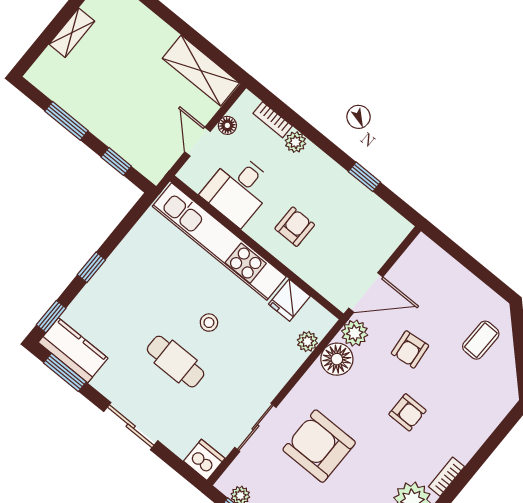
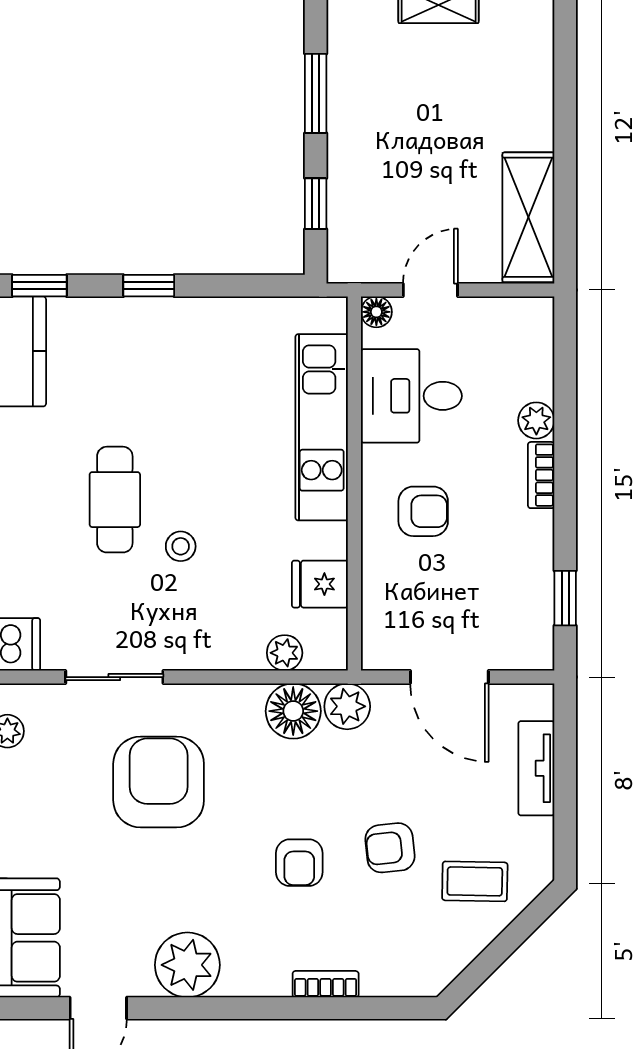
bookcase: (273, 120) -> (541, 475), moved
floor lamp: (227, 125) -> (376, 312), moved
window: (364, 177) -> (565, 598), moved
kitchen unit: (219, 241) -> (322, 427), width x0.73
tv unit: (452, 271) -> (536, 768), added
door: (366, 293) -> (449, 677), moved
stool: (209, 323) -> (181, 546), moved
armchair: (410, 349) -> (390, 848), moved
bookcase: (446, 477) -> (326, 984), moved

